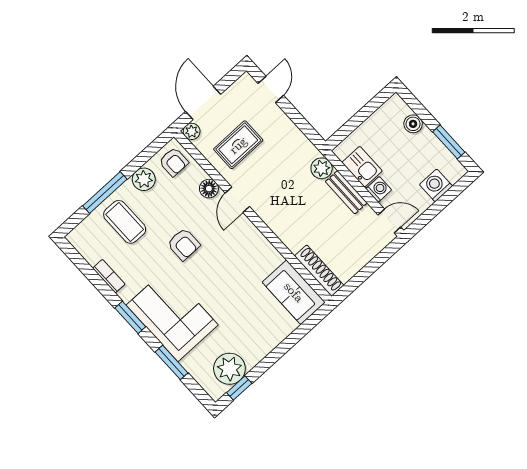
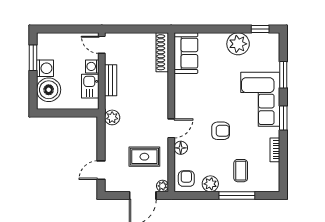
boiler: (413, 124) -> (49, 90), width x1.86, depth x1.86
plant: (322, 168) -> (112, 117), moved
washing machine: (436, 185) -> (45, 68), moved, turned -90
coffee table: (125, 222) -> (241, 171), width x0.73, depth x0.77
armchair: (184, 244) -> (221, 131), turned 90
plant: (229, 369) -> (238, 44), moved

